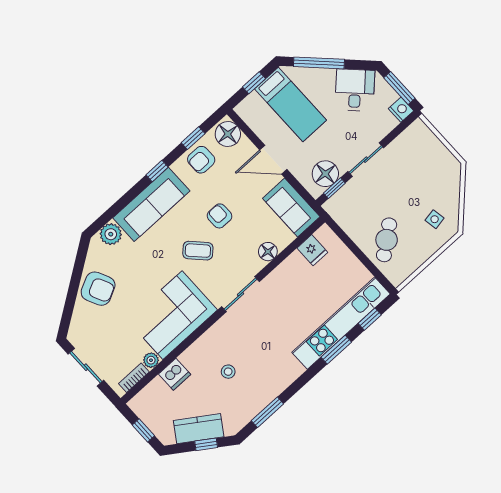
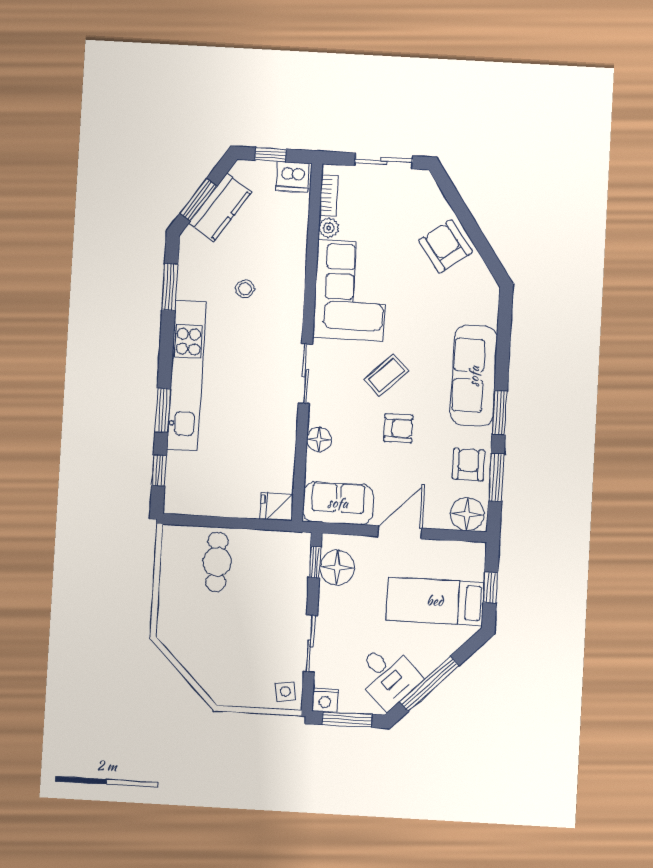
window: (319, 63) -> (429, 684), moved
window: (193, 138) -> (496, 477), width x1.50
sliding door: (366, 160) -> (310, 644), moved
window: (157, 171) -> (500, 413), width x1.50
side table: (435, 219) -> (285, 691), moved
plant: (111, 234) -> (484, 310), removed
cafe table: (387, 240) -> (217, 562), turned 38
fridge: (312, 250) -> (277, 507), moved
armchair: (98, 289) -> (445, 246), turned 80
kitchen unit: (341, 323) -> (186, 376), moved
dishwasher: (175, 374) -> (293, 177), moved, turned -90
window: (206, 444) -> (198, 200), width x1.50

